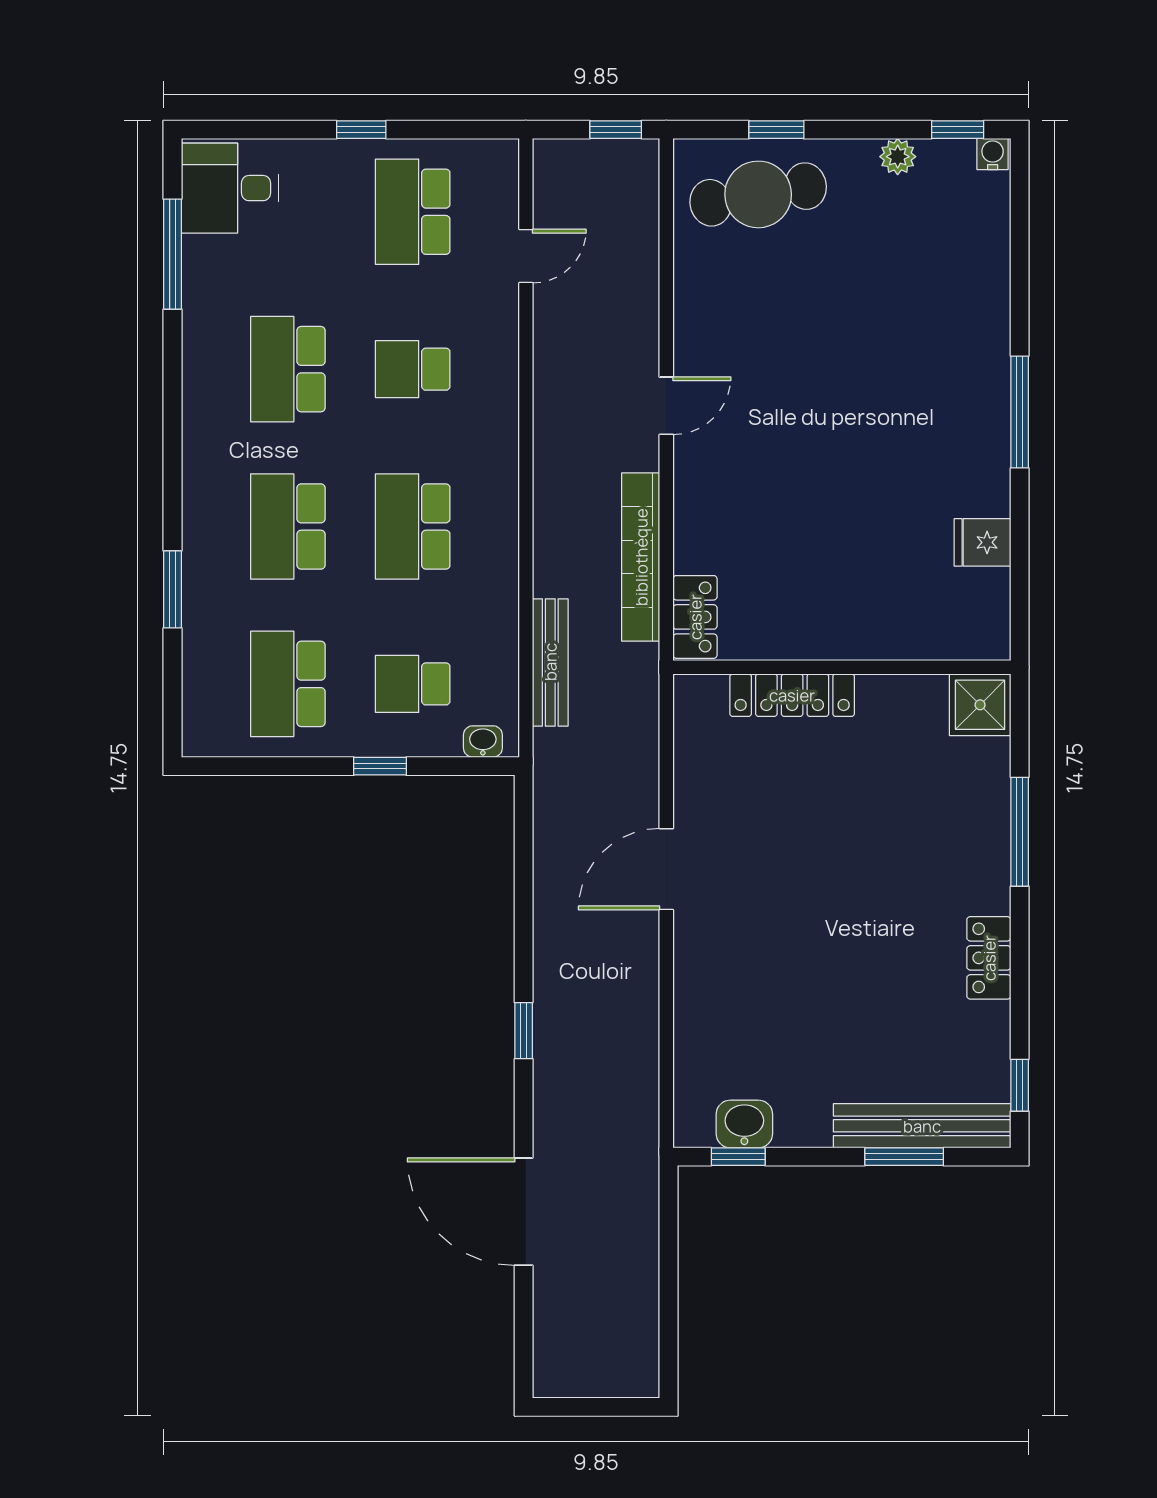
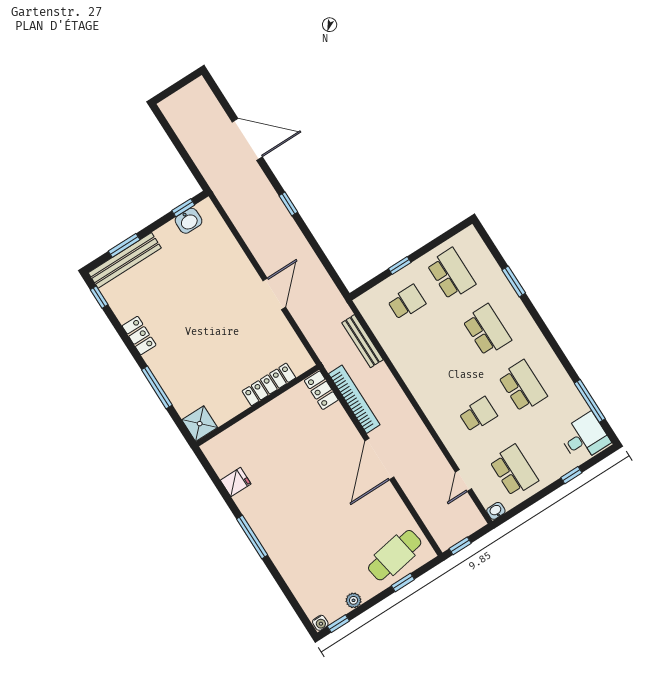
window: (361, 130) -> (571, 475), moved
door: (666, 406) -> (379, 459), width x1.88
school desk: (413, 527) -> (442, 358), removed
washbasin: (483, 742) -> (496, 511), moved, turned 180

